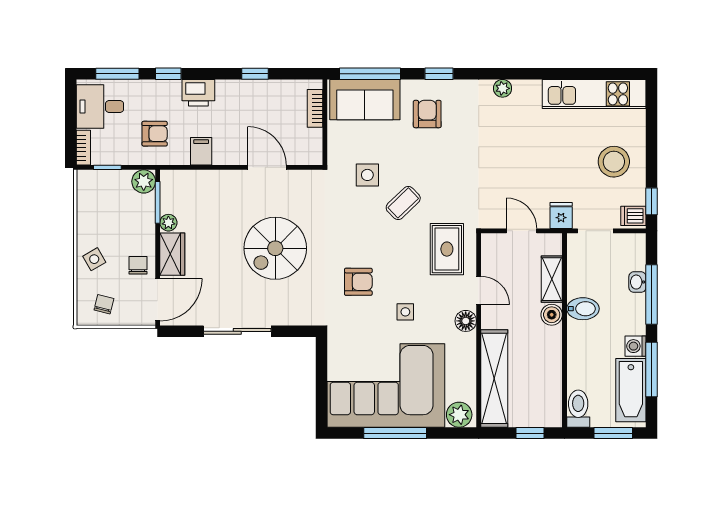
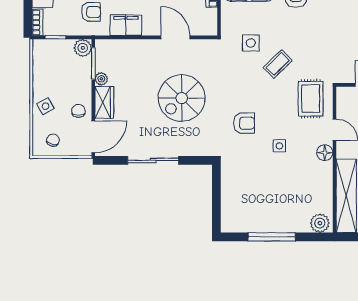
filing cabinet: (201, 151) -> (126, 25), width x2.00
corner sofa: (386, 386) -> (265, 201), removed

